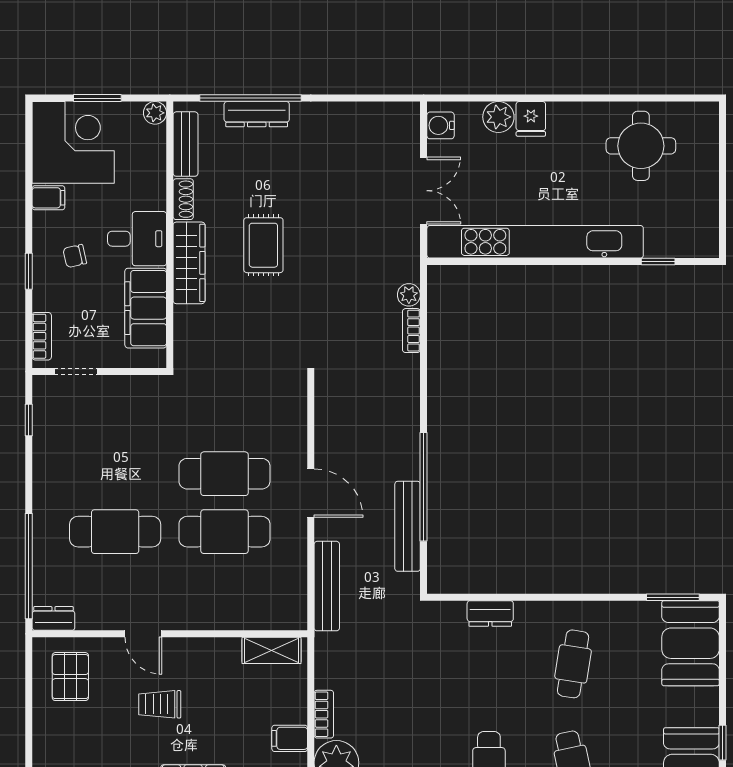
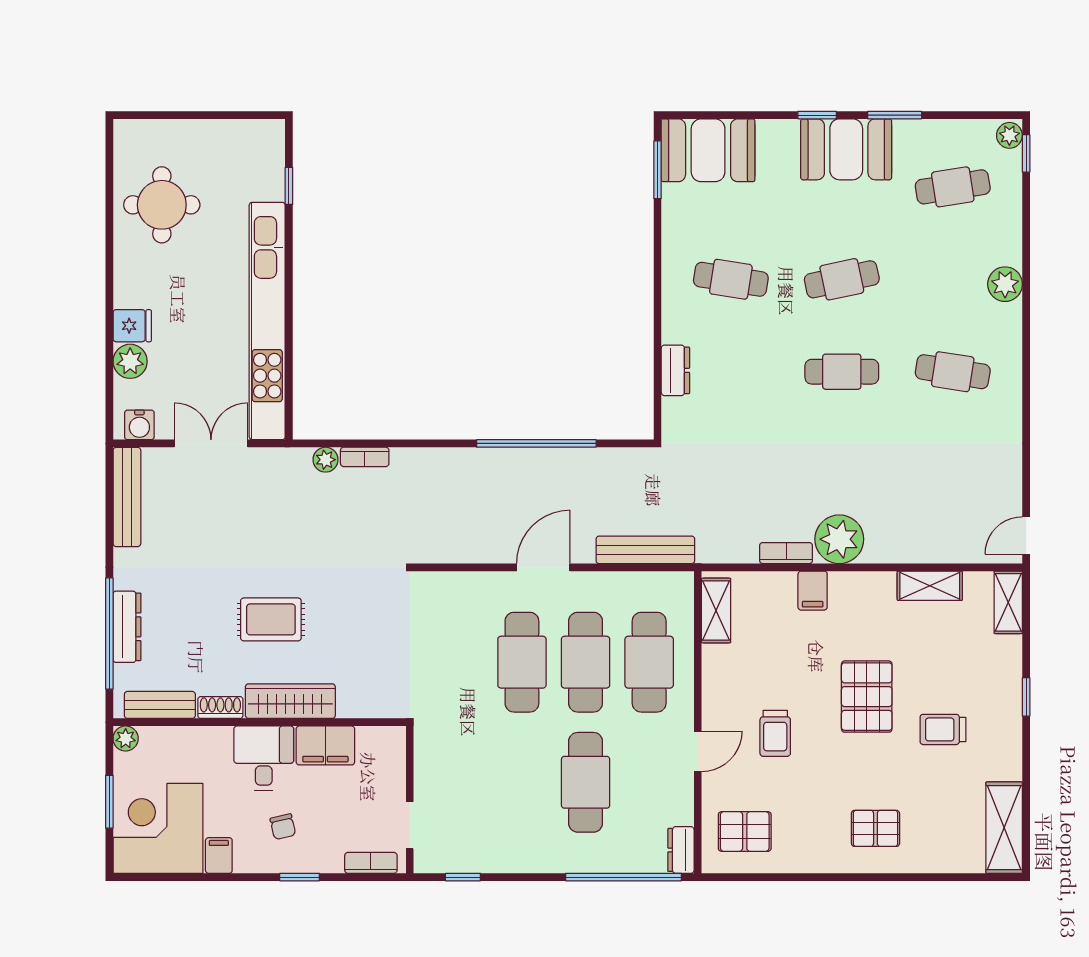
filing cabinet: (146, 308) -> (325, 745), width x0.67, depth x0.86
bench: (408, 526) -> (127, 497), moved, turned 90
cafe table: (224, 590) -> (649, 662), added

